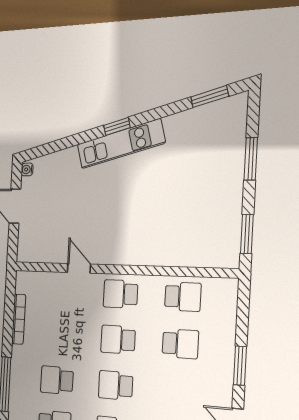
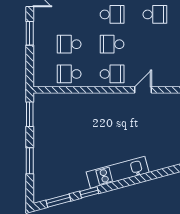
window: (117, 126) -> (89, 192), moved
door: (79, 268) -> (143, 90), swing flipped
school desk: (118, 340) -> (112, 44), turned 180

